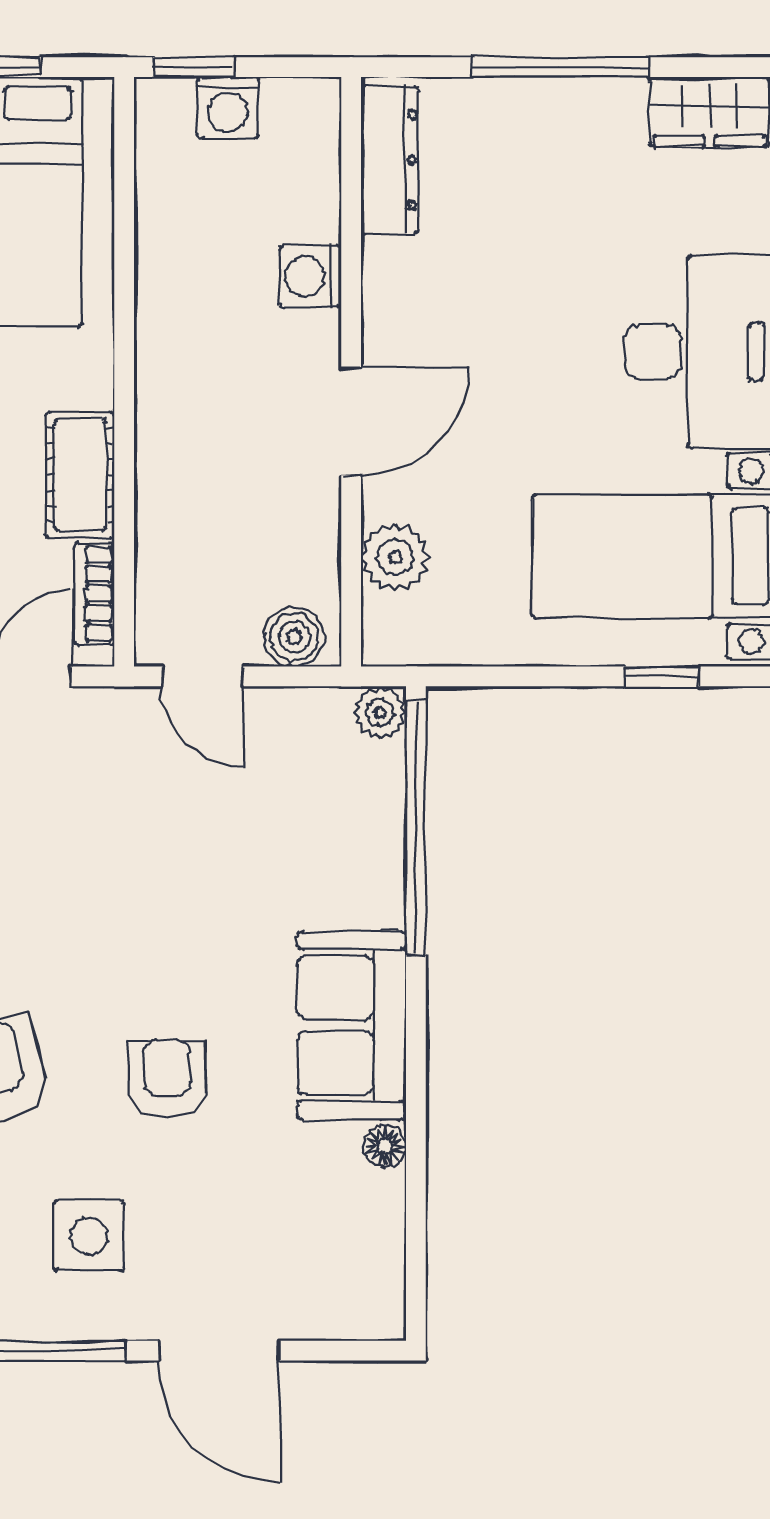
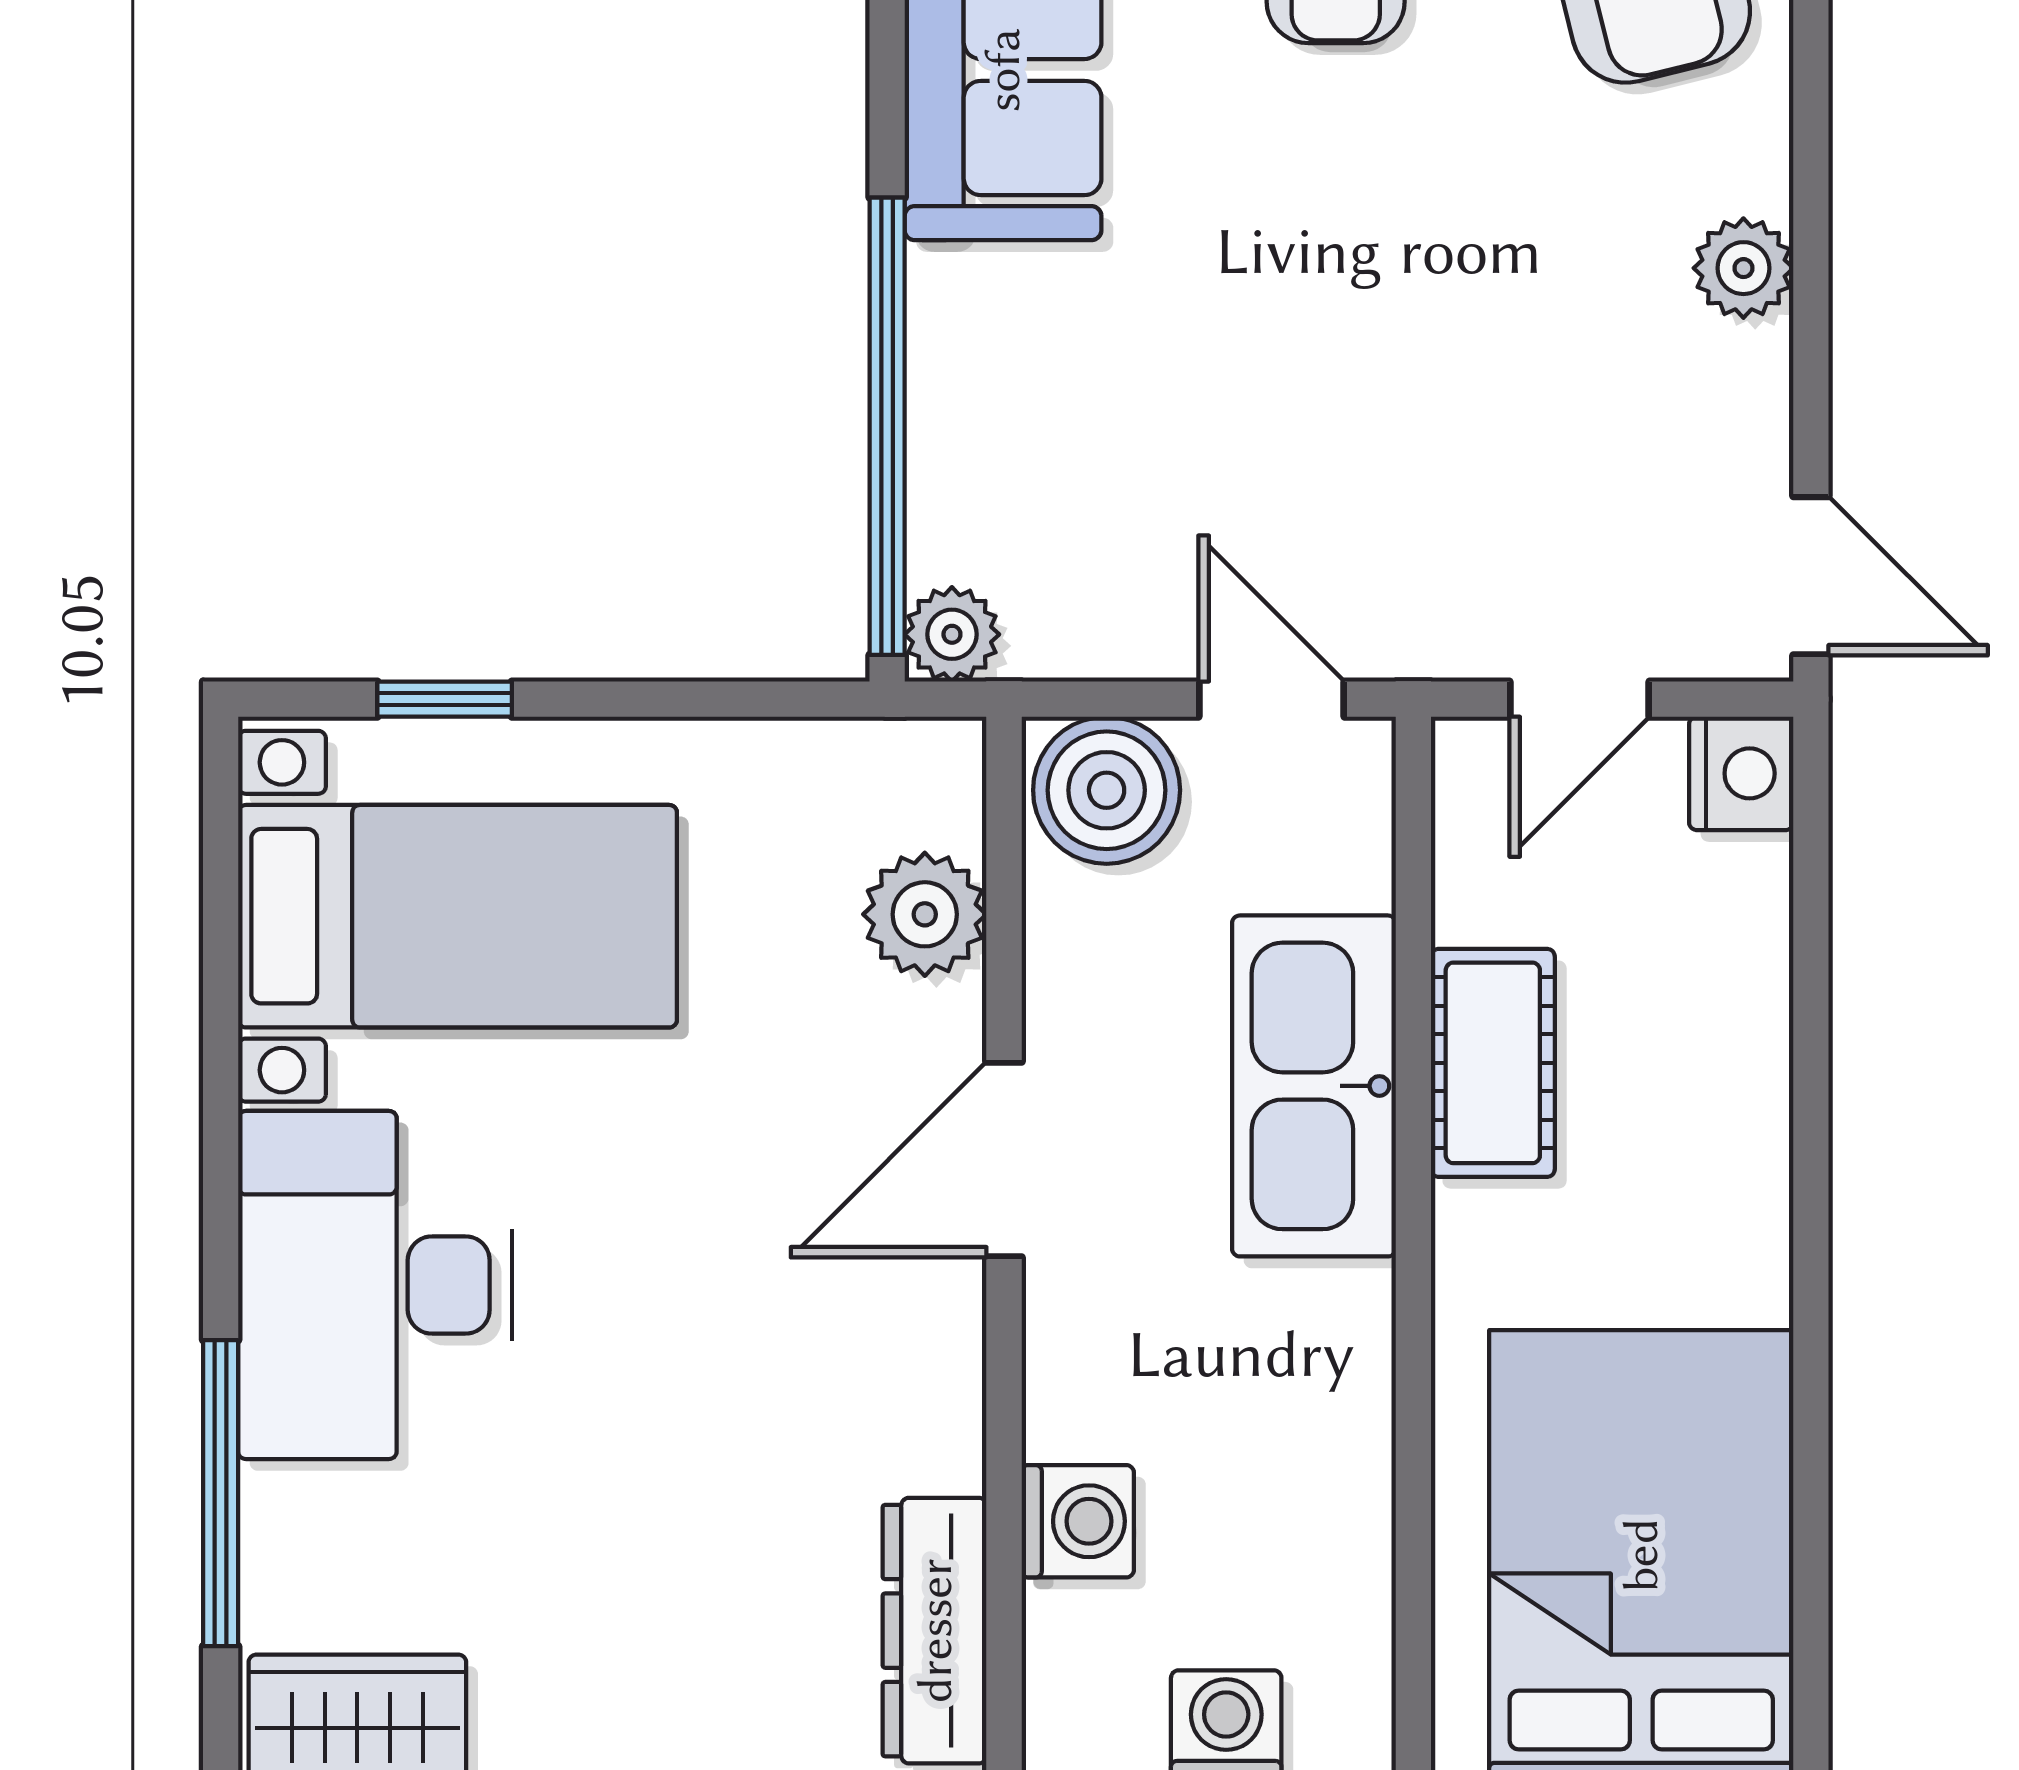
washing machine: (310, 276) -> (1078, 1521), moved
kitchen sink: (179, 462) -> (1314, 1086), added
bookcase: (94, 594) -> (1468, 848), removed
boiler: (294, 637) -> (1107, 790), width x1.36, depth x1.36

